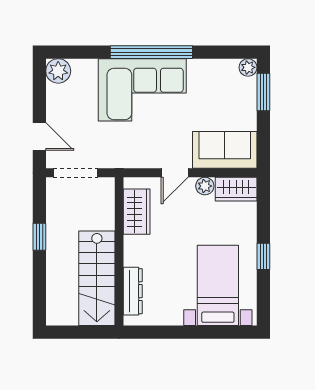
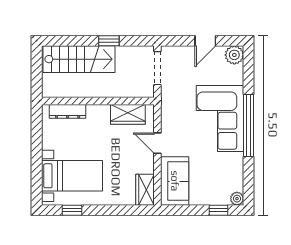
window: (263, 92) -> (218, 210), width x0.67
door: (39, 136) -> (205, 41), moved
plant: (205, 186) -> (147, 166), removed
window: (263, 256) -> (72, 210), moved
stairs: (97, 278) -> (79, 59), moved, turned 180

